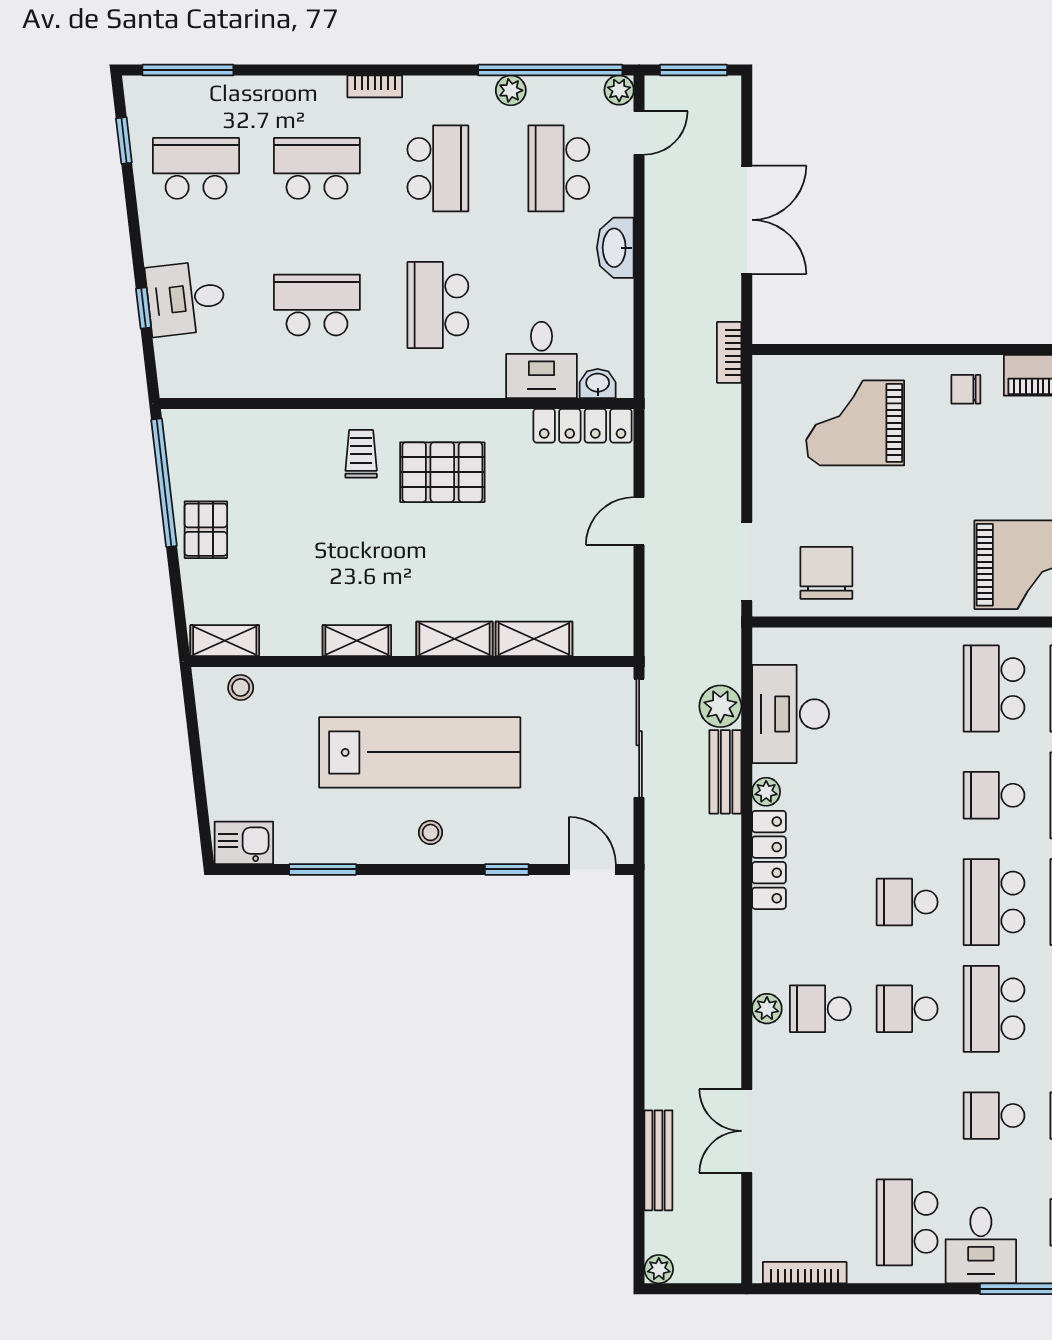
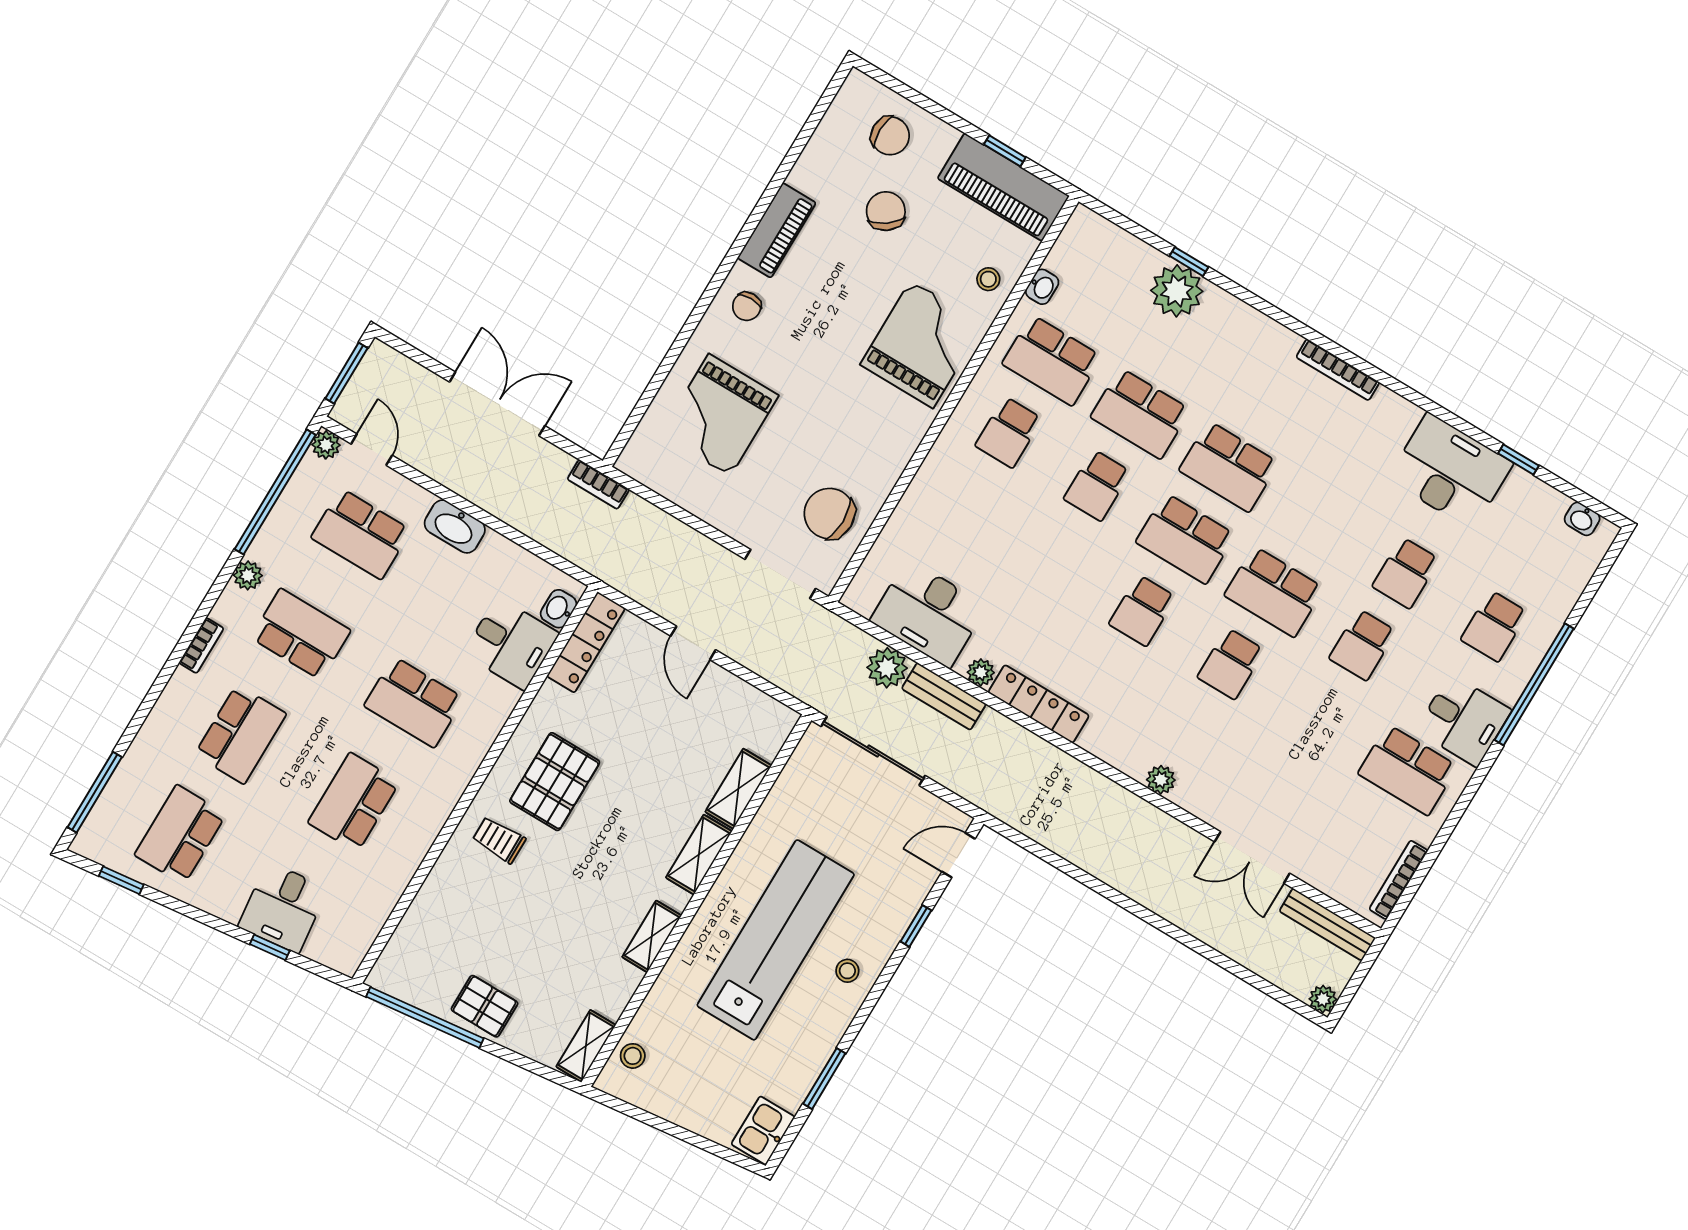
plant: (511, 90) -> (248, 575), moved
school desk: (317, 168) -> (240, 734), turned 180
school desk: (994, 689) -> (1009, 432), width x0.54
school desk: (820, 1009) -> (1188, 736), removed
bench: (658, 1160) -> (1327, 925), moved

